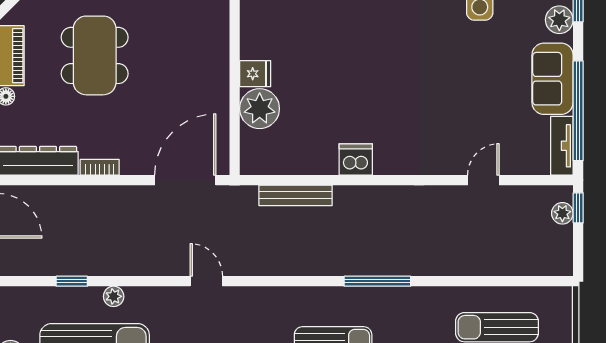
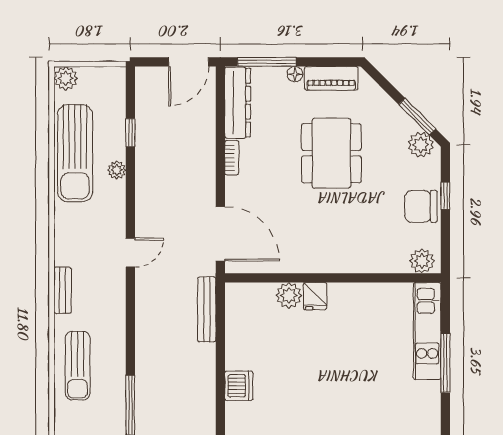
dining table: (95, 55) -> (331, 153), turned 90
plant: (260, 109) -> (289, 295), width x0.73, depth x0.73
bench: (295, 195) -> (207, 309), moved

